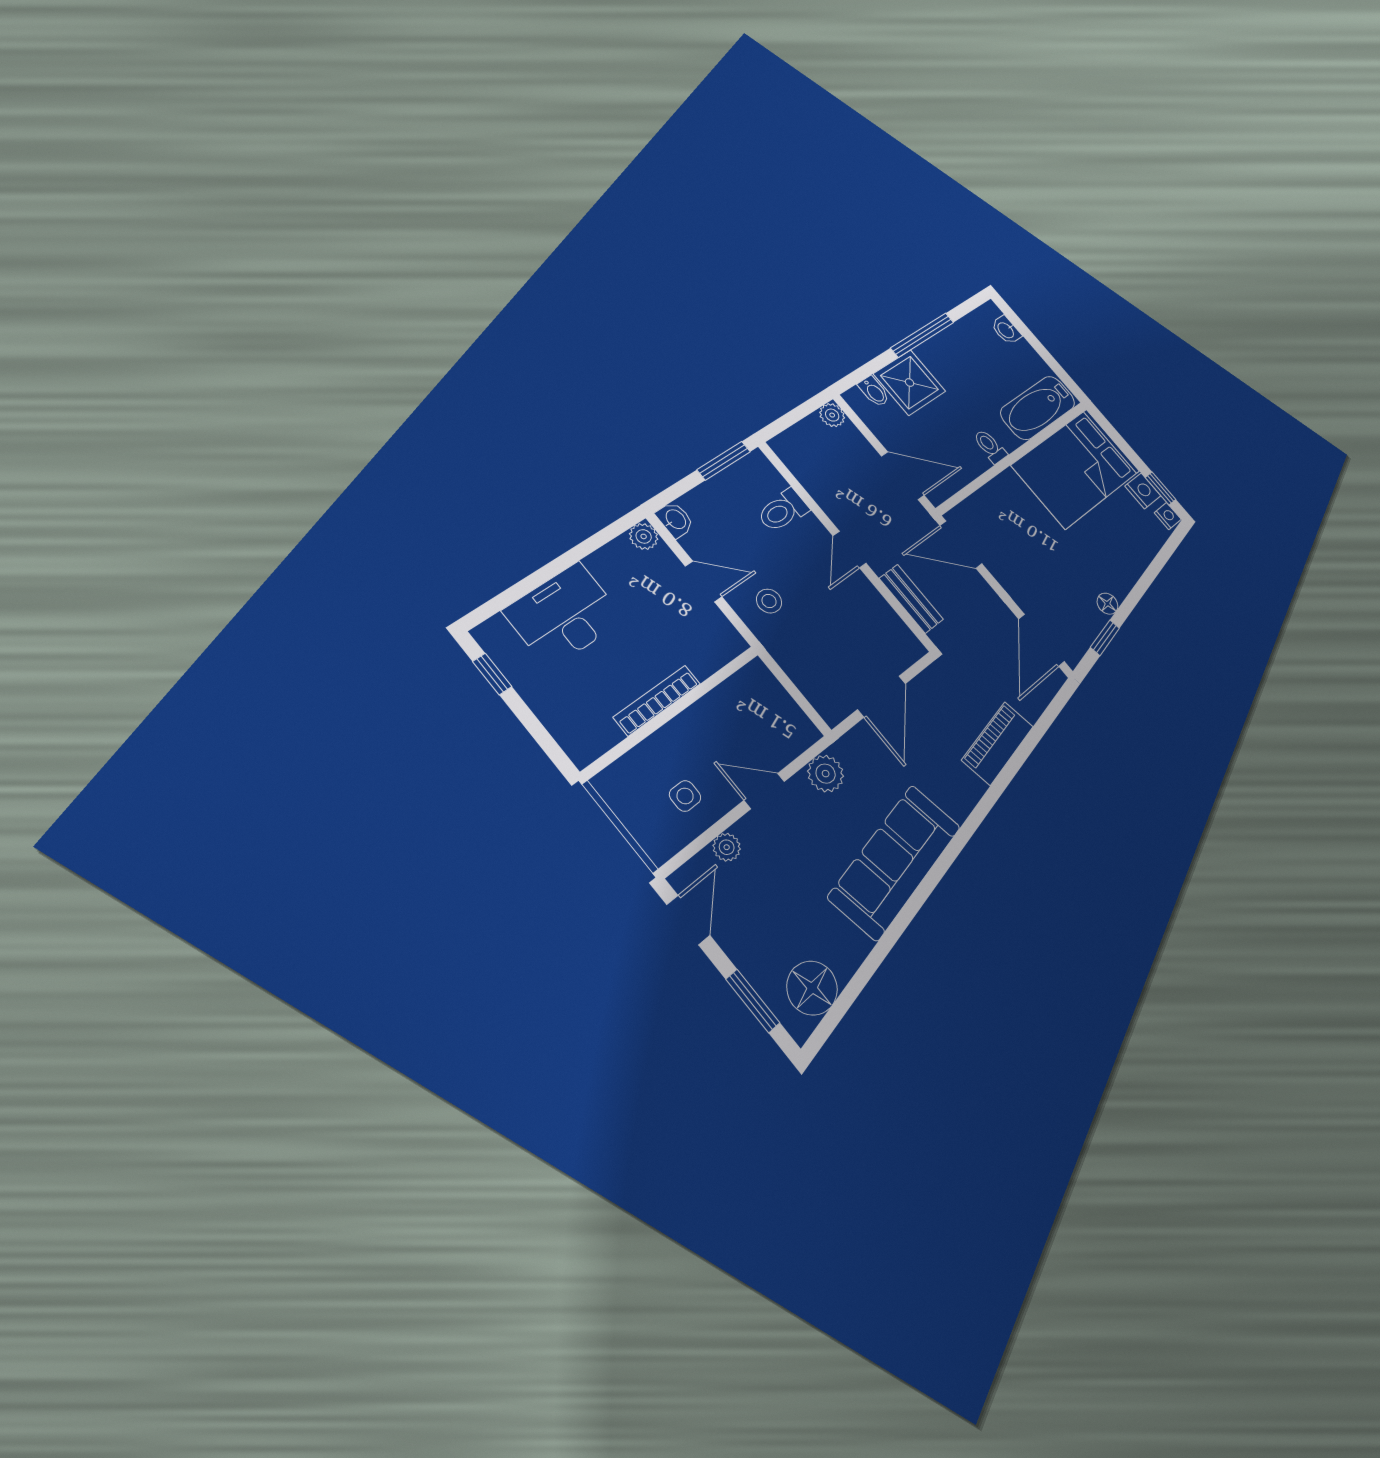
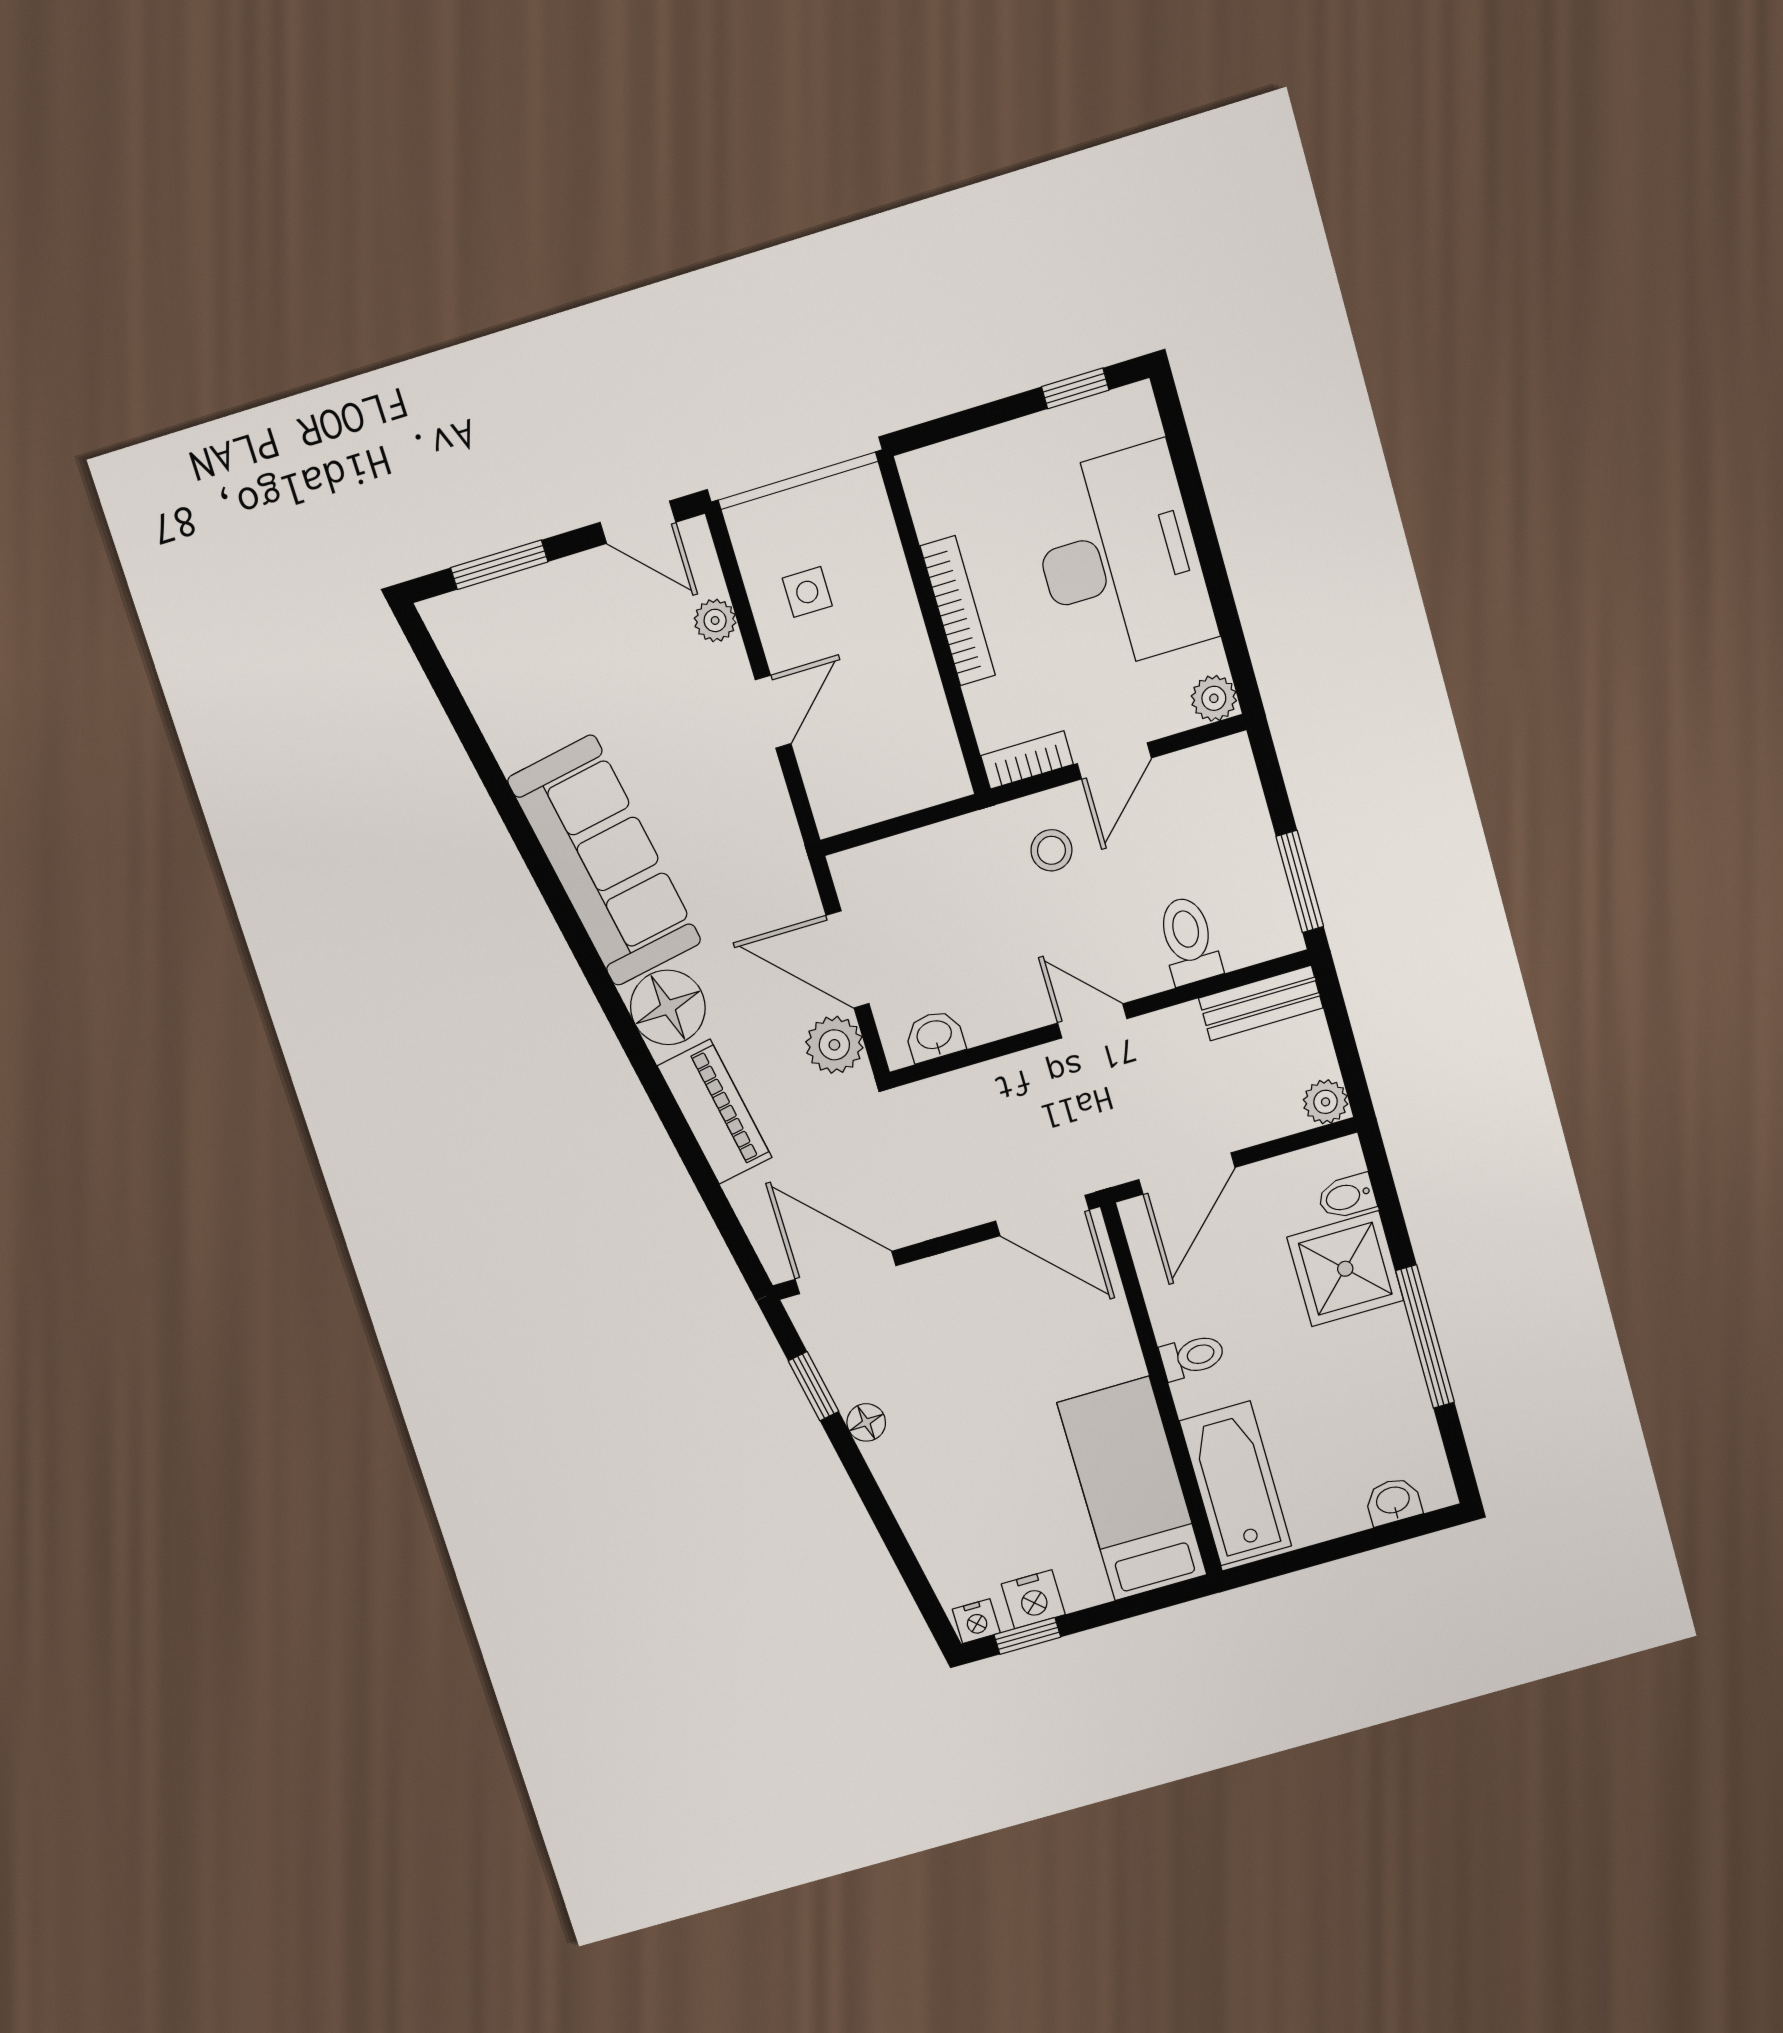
bed: (1076, 468) -> (1132, 1489), width x0.67
washbasin: (675, 520) -> (935, 1036), moved, turned 180
door: (961, 545) -> (1042, 1215), swing flipped
bench: (911, 599) -> (1261, 1003), moved
desk: (564, 615) -> (1120, 559), width x1.36, depth x1.30
bookcase: (725, 631) -> (1027, 760), added
plant: (826, 774) -> (834, 1045), moved
floor lamp: (812, 988) -> (668, 1007), moved

